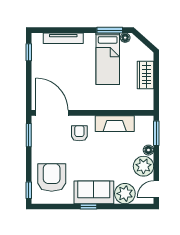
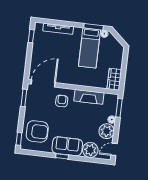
wardrobe: (145, 75) -> (114, 79), moved
door: (52, 113) -> (43, 83), hinge flipped
armchair: (52, 177) -> (37, 131), turned 90

